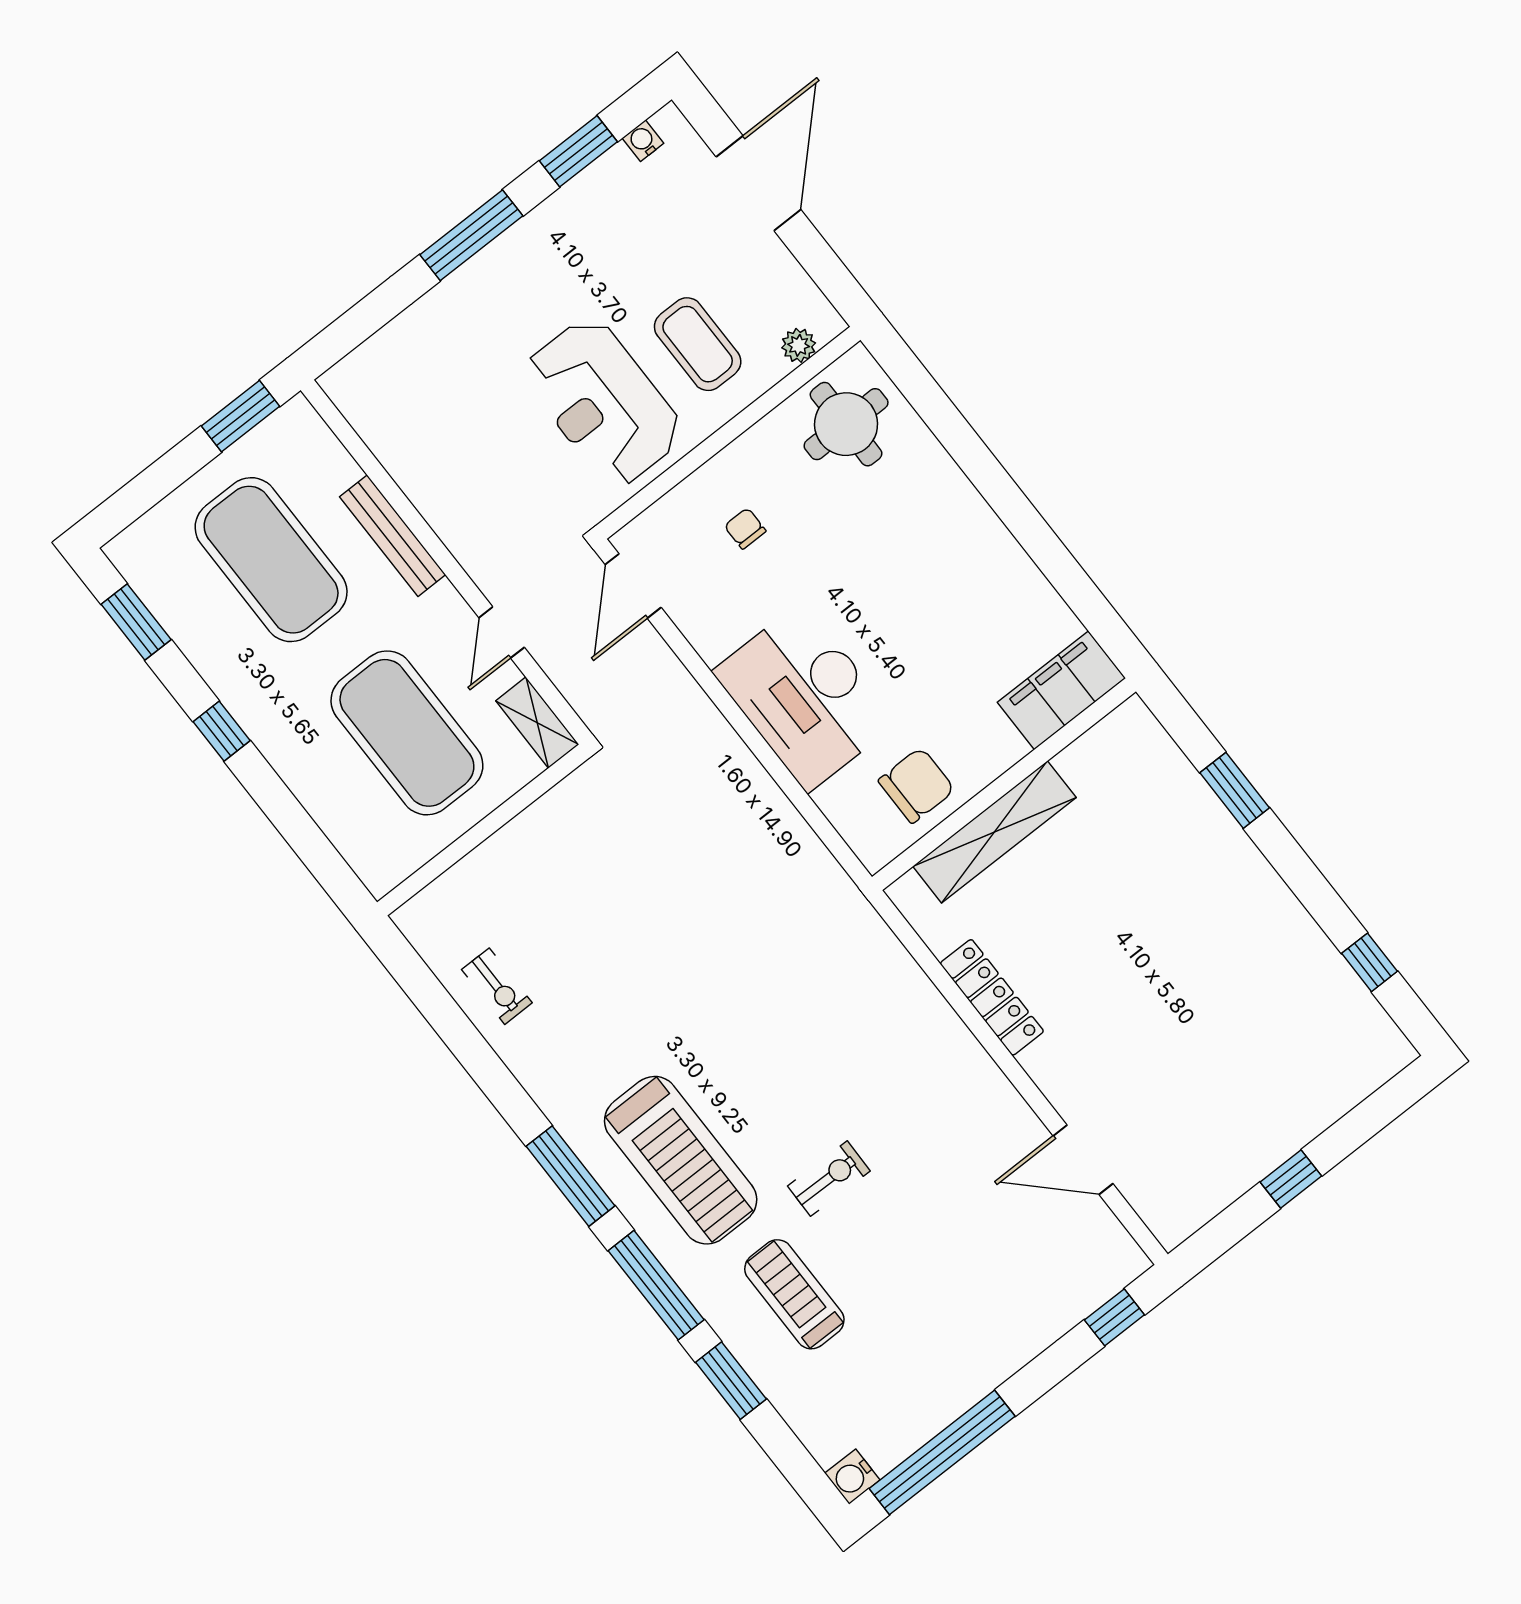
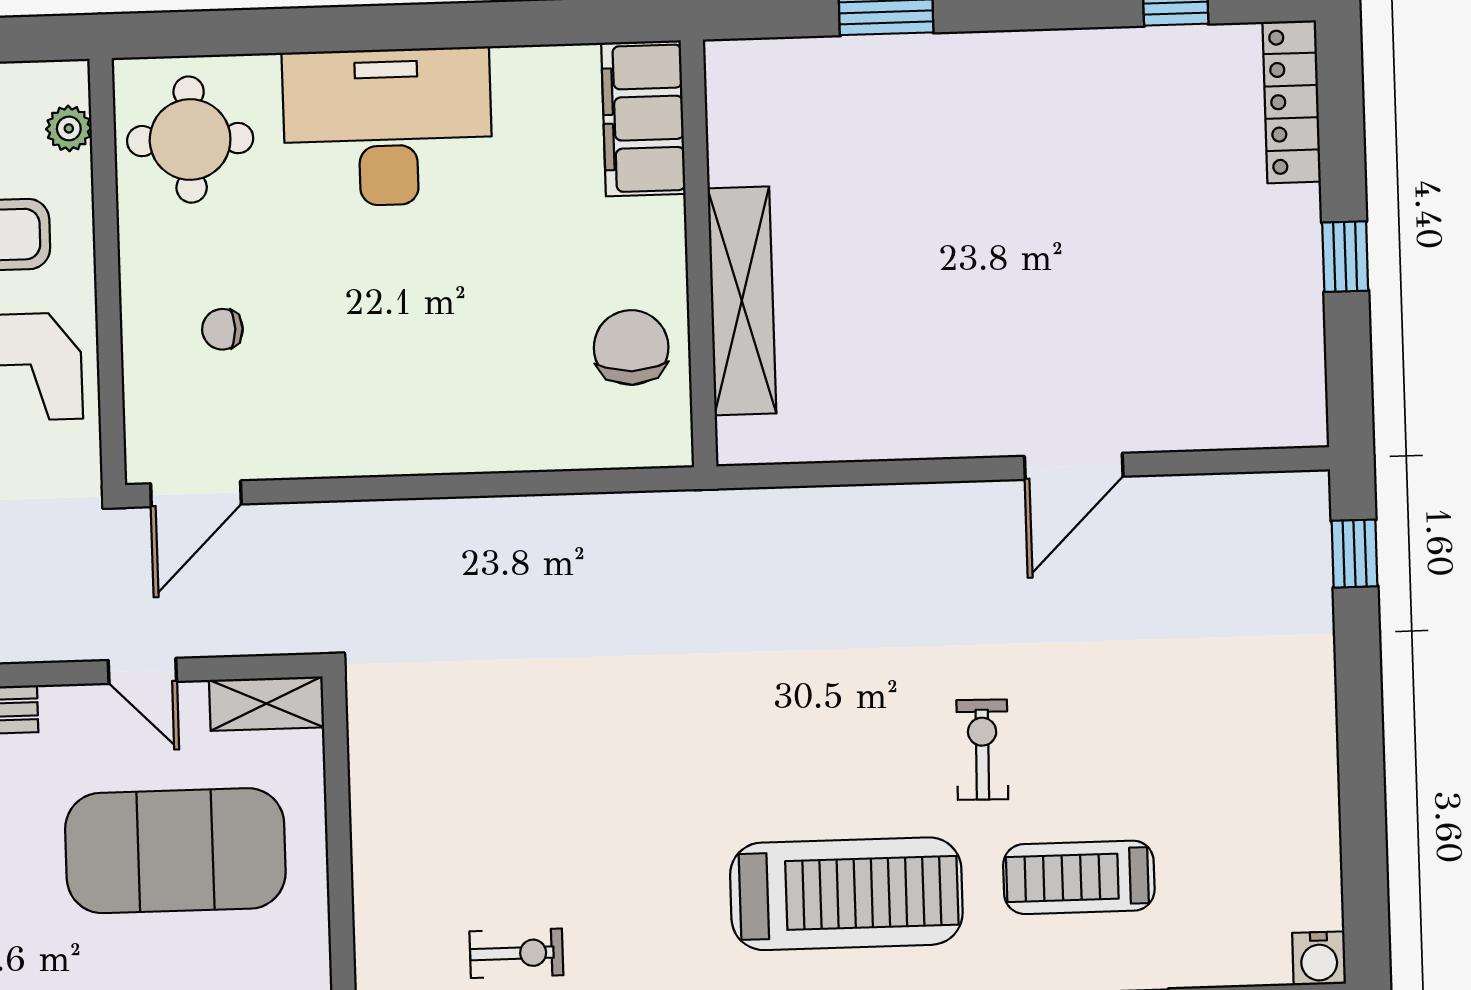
door: (633, 586) -> (196, 494), hinge flipped
desk: (805, 697) -> (388, 127), moved, turned 180
locker: (992, 997) -> (1292, 102), moved, turned -90
door: (1083, 1160) -> (1074, 466), moved
window: (942, 1452) -> (1364, 844), removed

